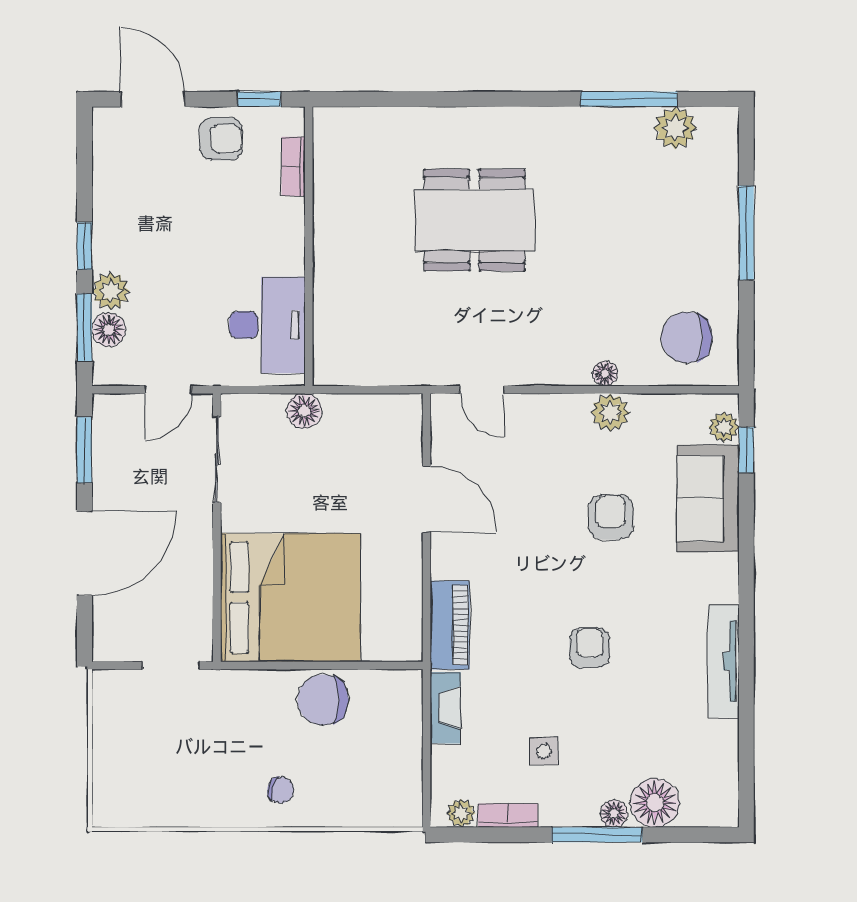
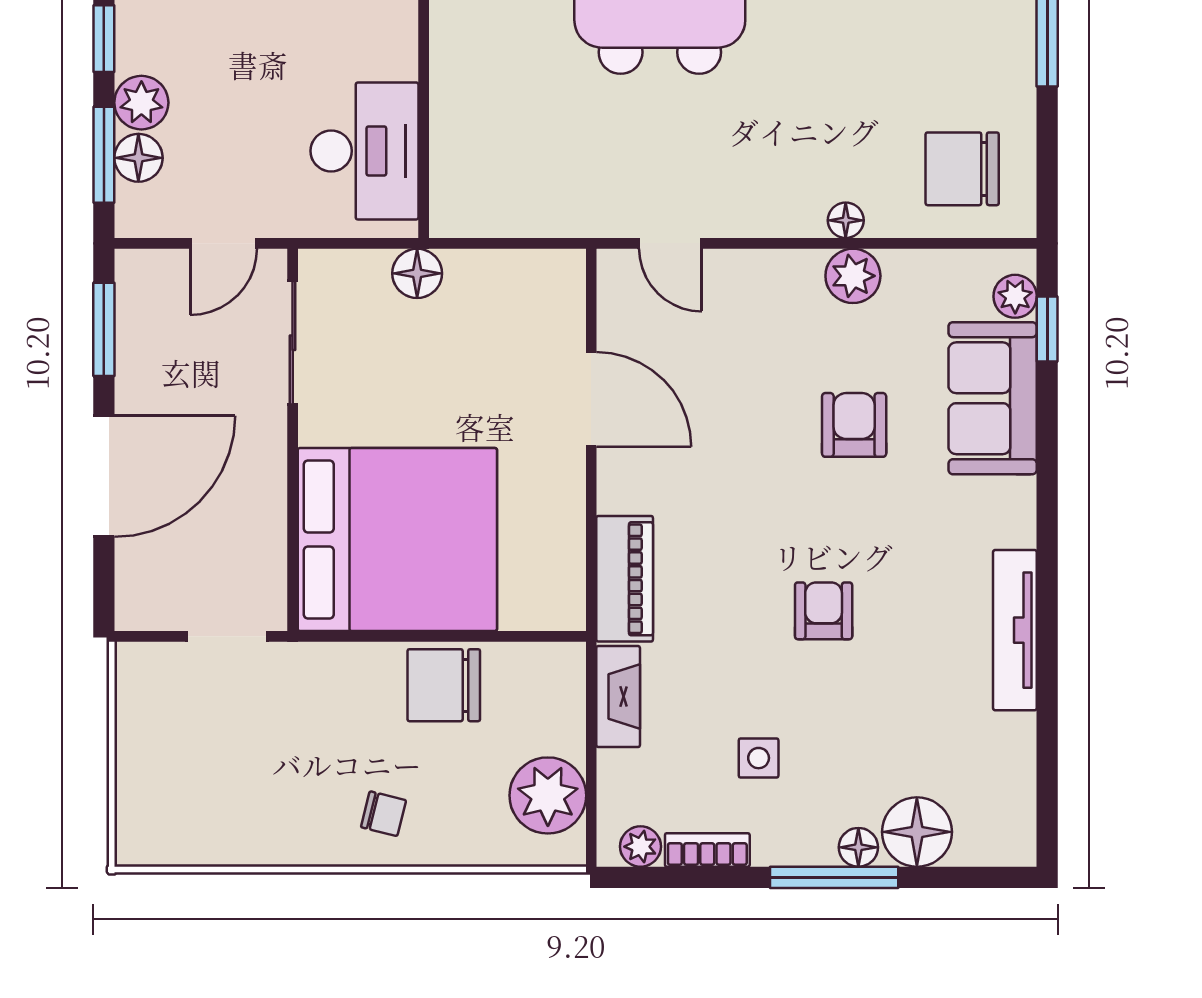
plant: (396, 777) -> (548, 795), added

